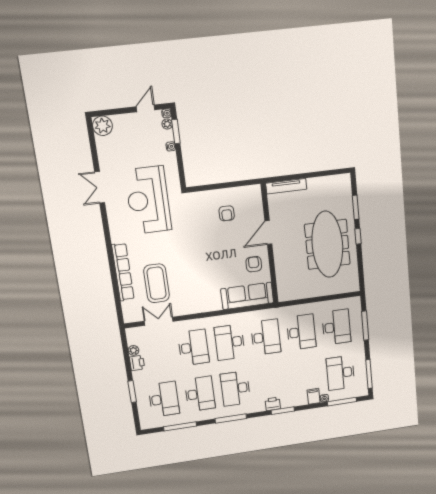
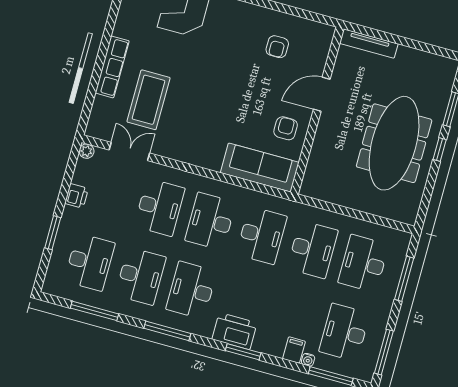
row of seats: (123, 272) -> (112, 67), width x0.73
desk: (336, 327) -> (363, 263), turned 180
plant: (133, 350) -> (87, 151), moved
printer: (273, 404) -> (234, 331), width x1.87, depth x1.48

